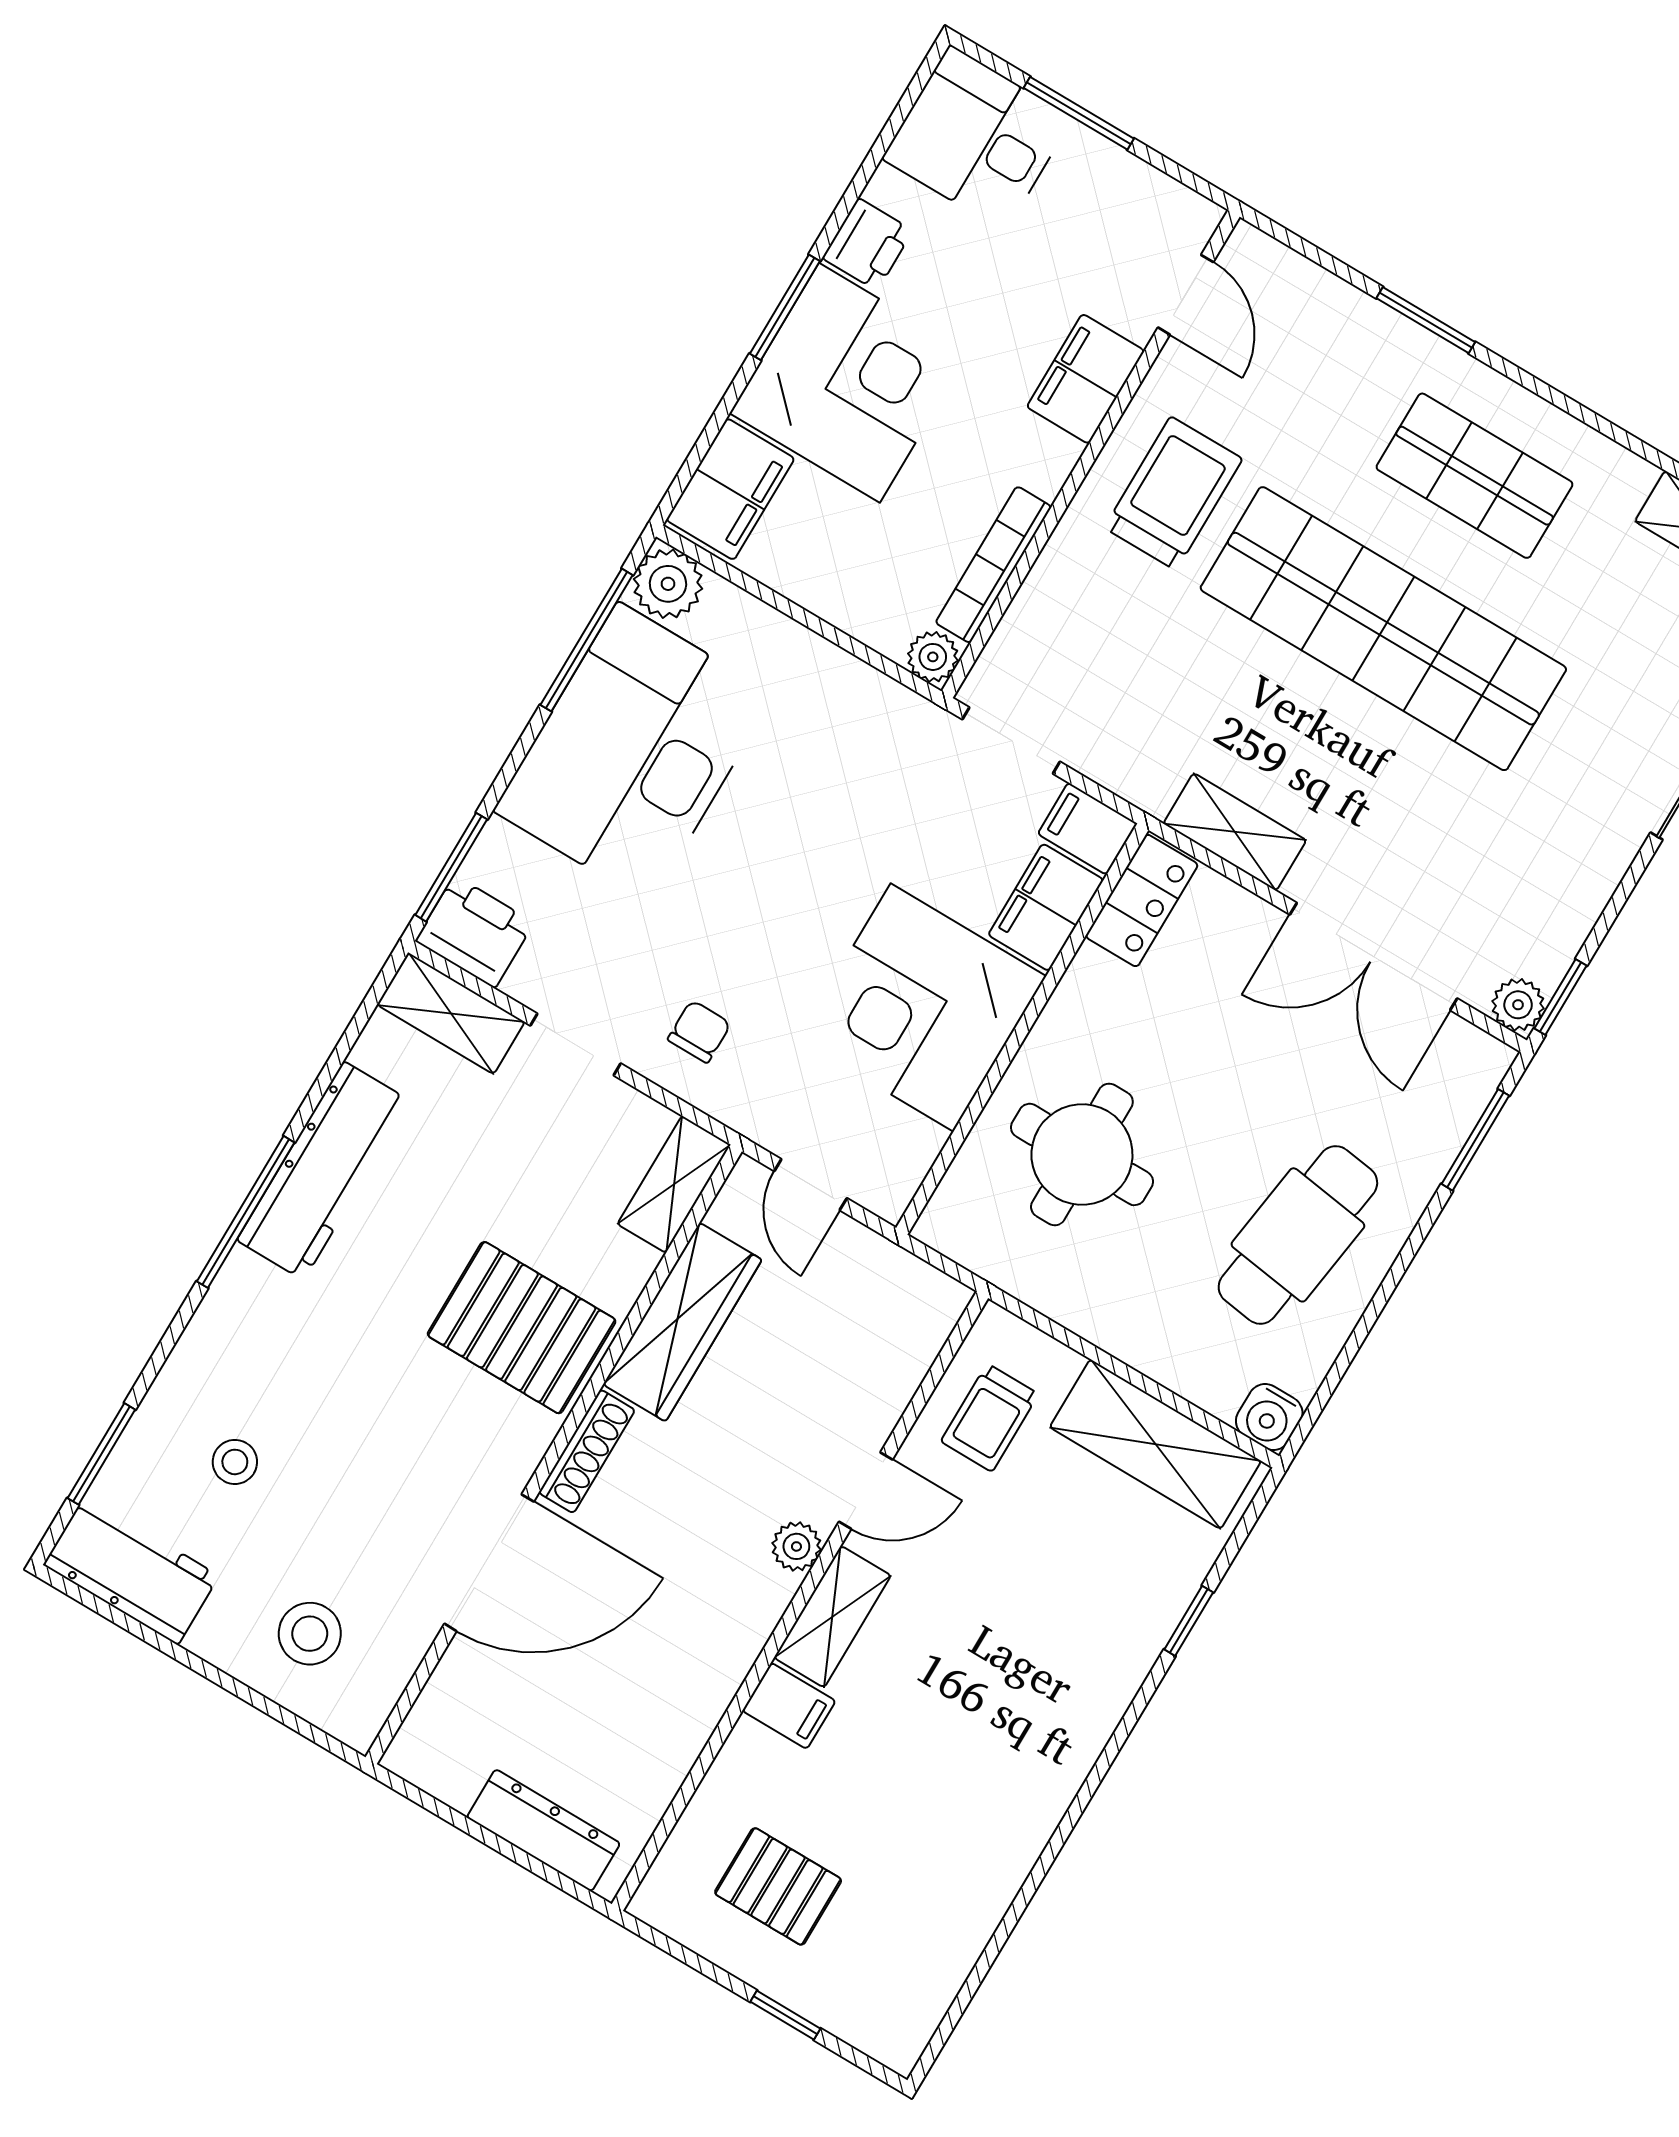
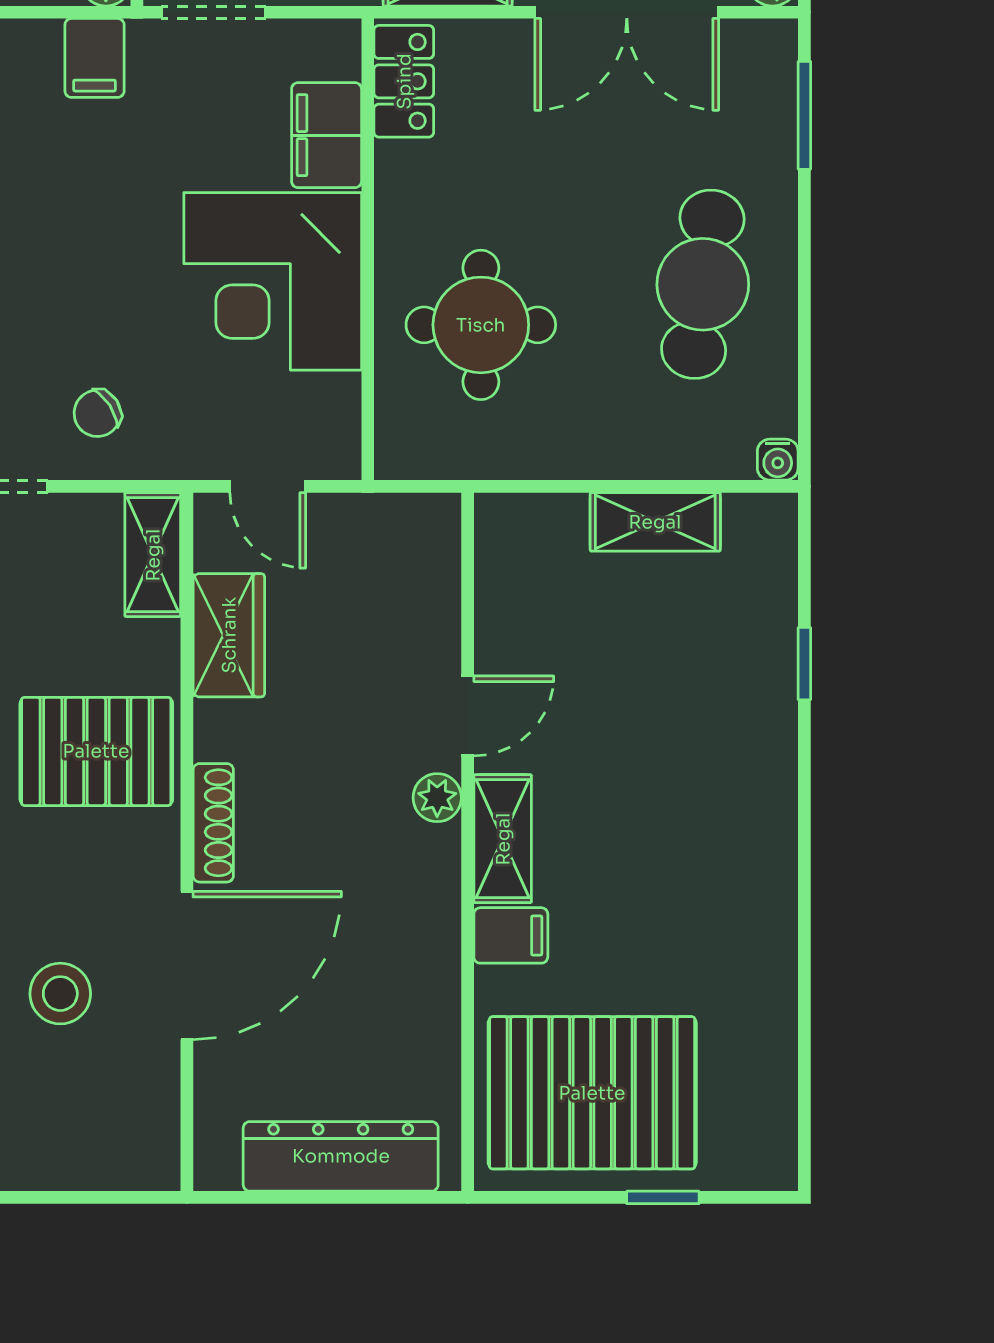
filing cabinet: (1087, 829) -> (95, 58), moved, turned -90
chair: (699, 1031) -> (97, 413), turned -123
wardrobe: (682, 1322) -> (229, 635), width x0.67
water cooler: (1269, 1417) -> (778, 460), width x0.72, depth x0.72
trolley: (990, 1418) -> (535, 593), removed
shelving: (1155, 1444) -> (655, 522), width x0.67, depth x0.75
stool: (310, 1634) -> (60, 994), moved
dresser: (543, 1830) -> (341, 1156), width x1.37, depth x1.24
pallet: (778, 1886) -> (592, 1093), width x2.05, depth x2.00

